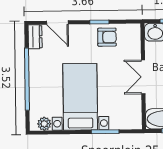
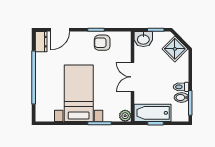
door: (57, 23) -> (60, 30), hinge flipped
armchair: (107, 37) -> (102, 43), turned 180
plant: (44, 124) -> (125, 116), moved

